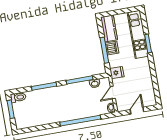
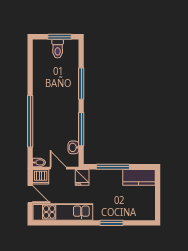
kitchen unit: (138, 34) -> (63, 212), moved
dishwasher: (112, 48) -> (41, 177), moved
toilet: (18, 97) -> (58, 49), moved

